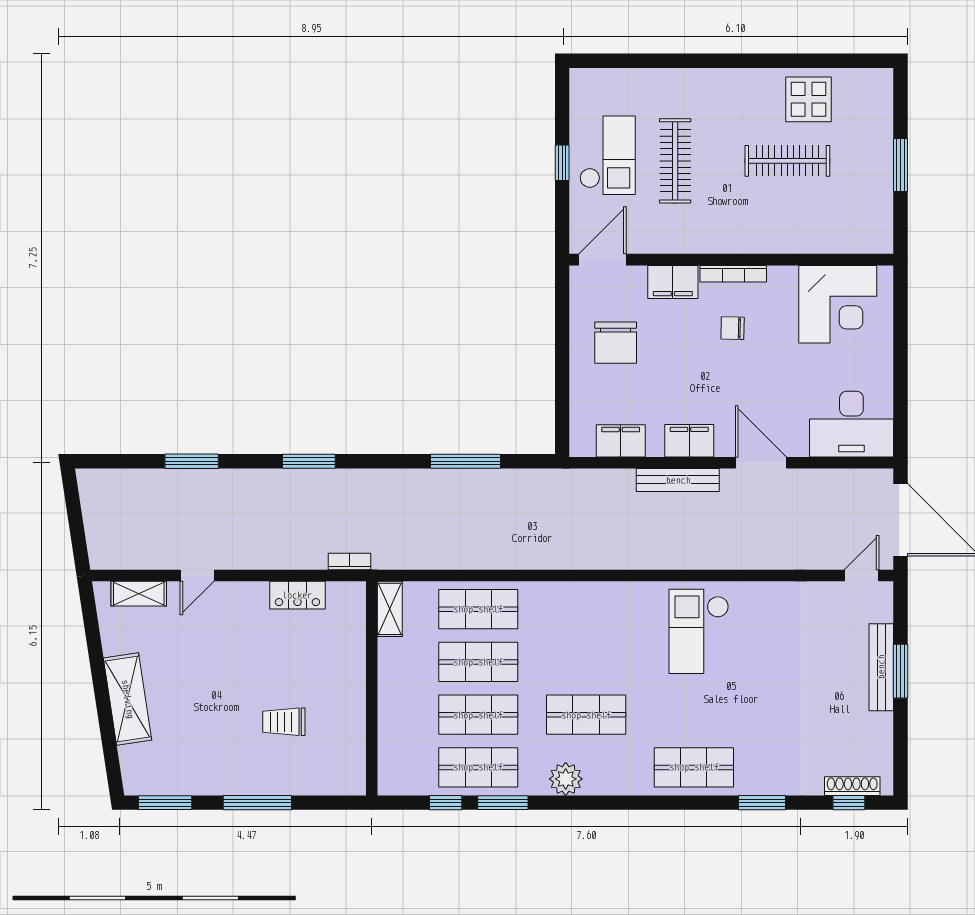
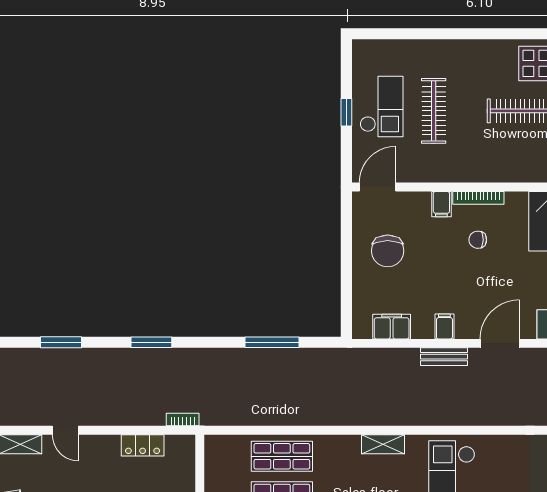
filing cabinet: (673, 282) -> (441, 204), width x0.50
filing cabinet: (689, 441) -> (444, 327), width x0.50
door: (761, 463) -> (500, 343), hinge flipped
bench: (678, 480) -> (444, 357), width x0.73
door: (197, 576) -> (65, 430), hinge flipped
shelving: (390, 609) -> (383, 444), moved, turned 90

